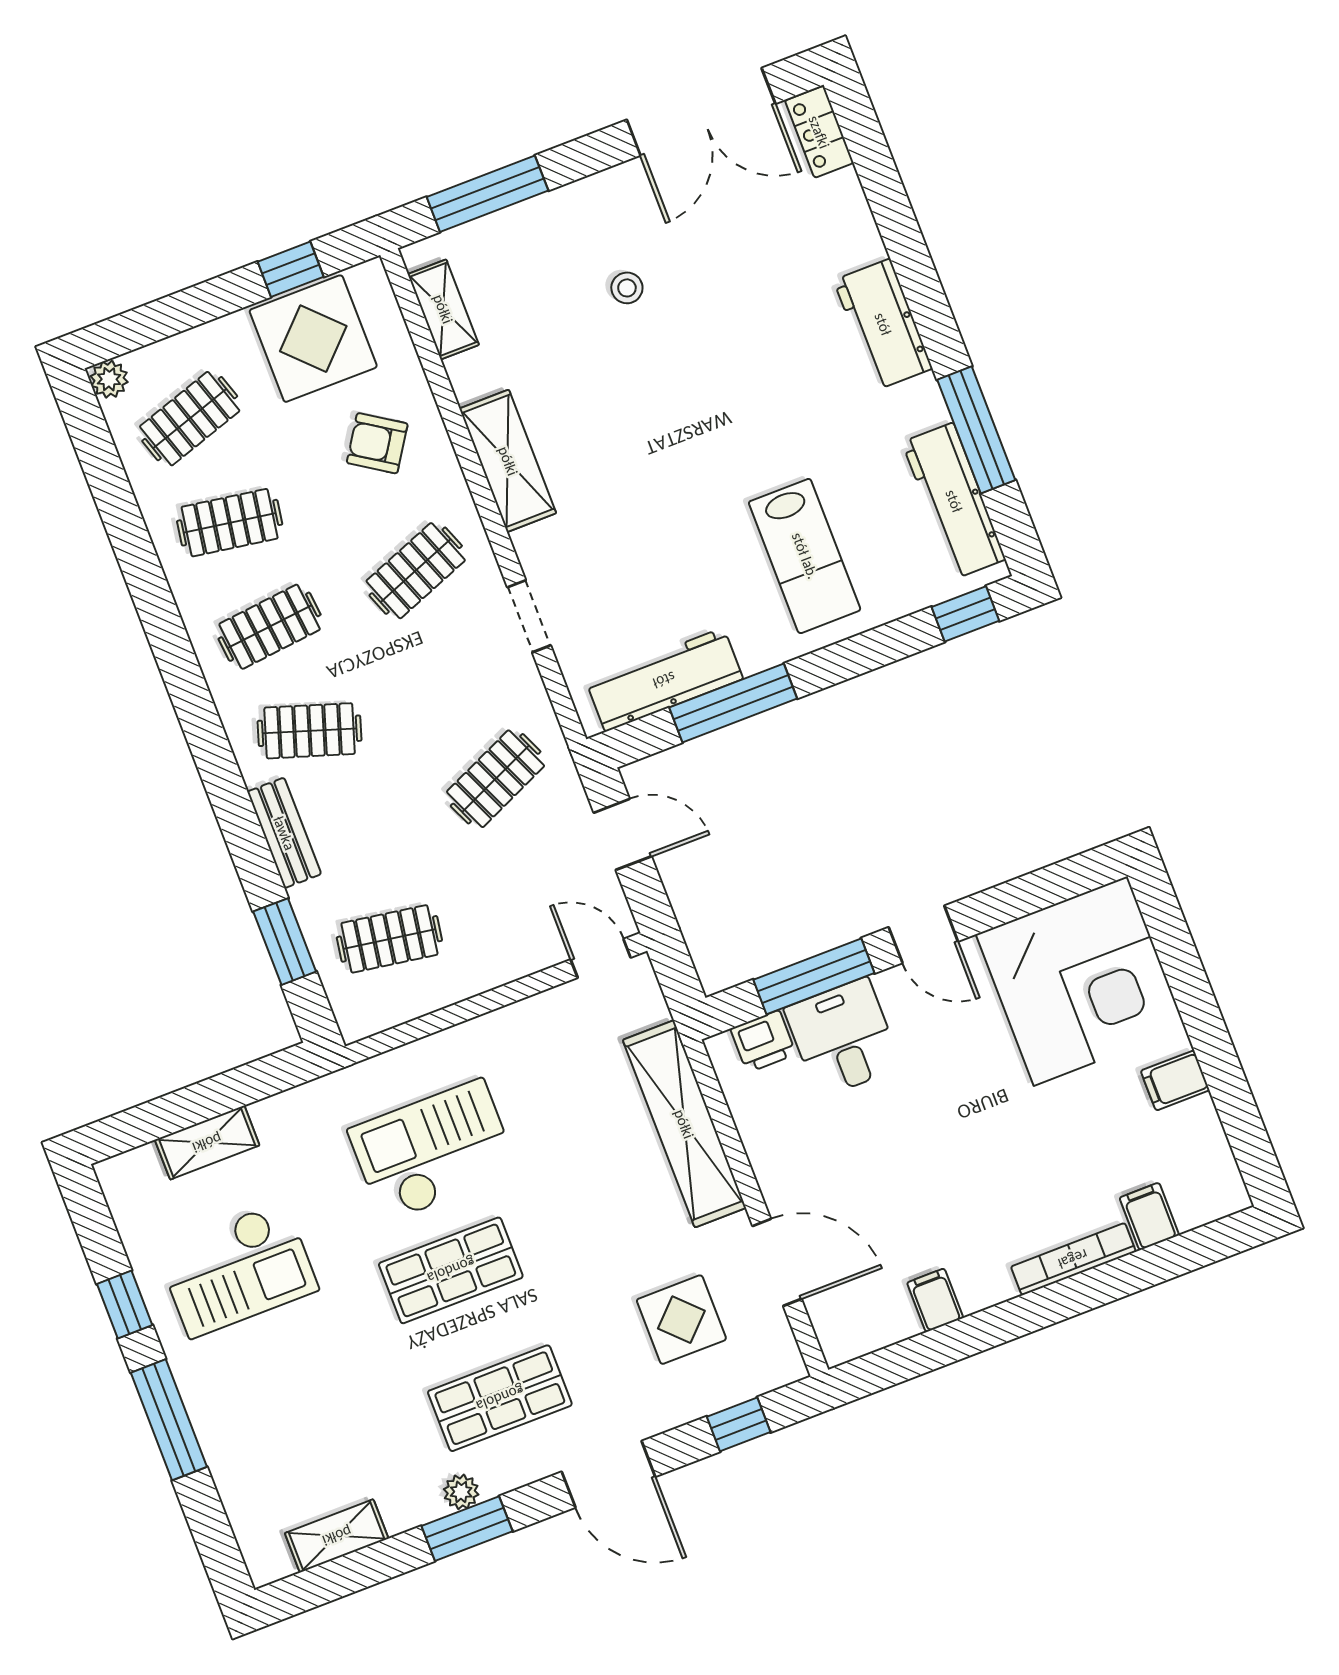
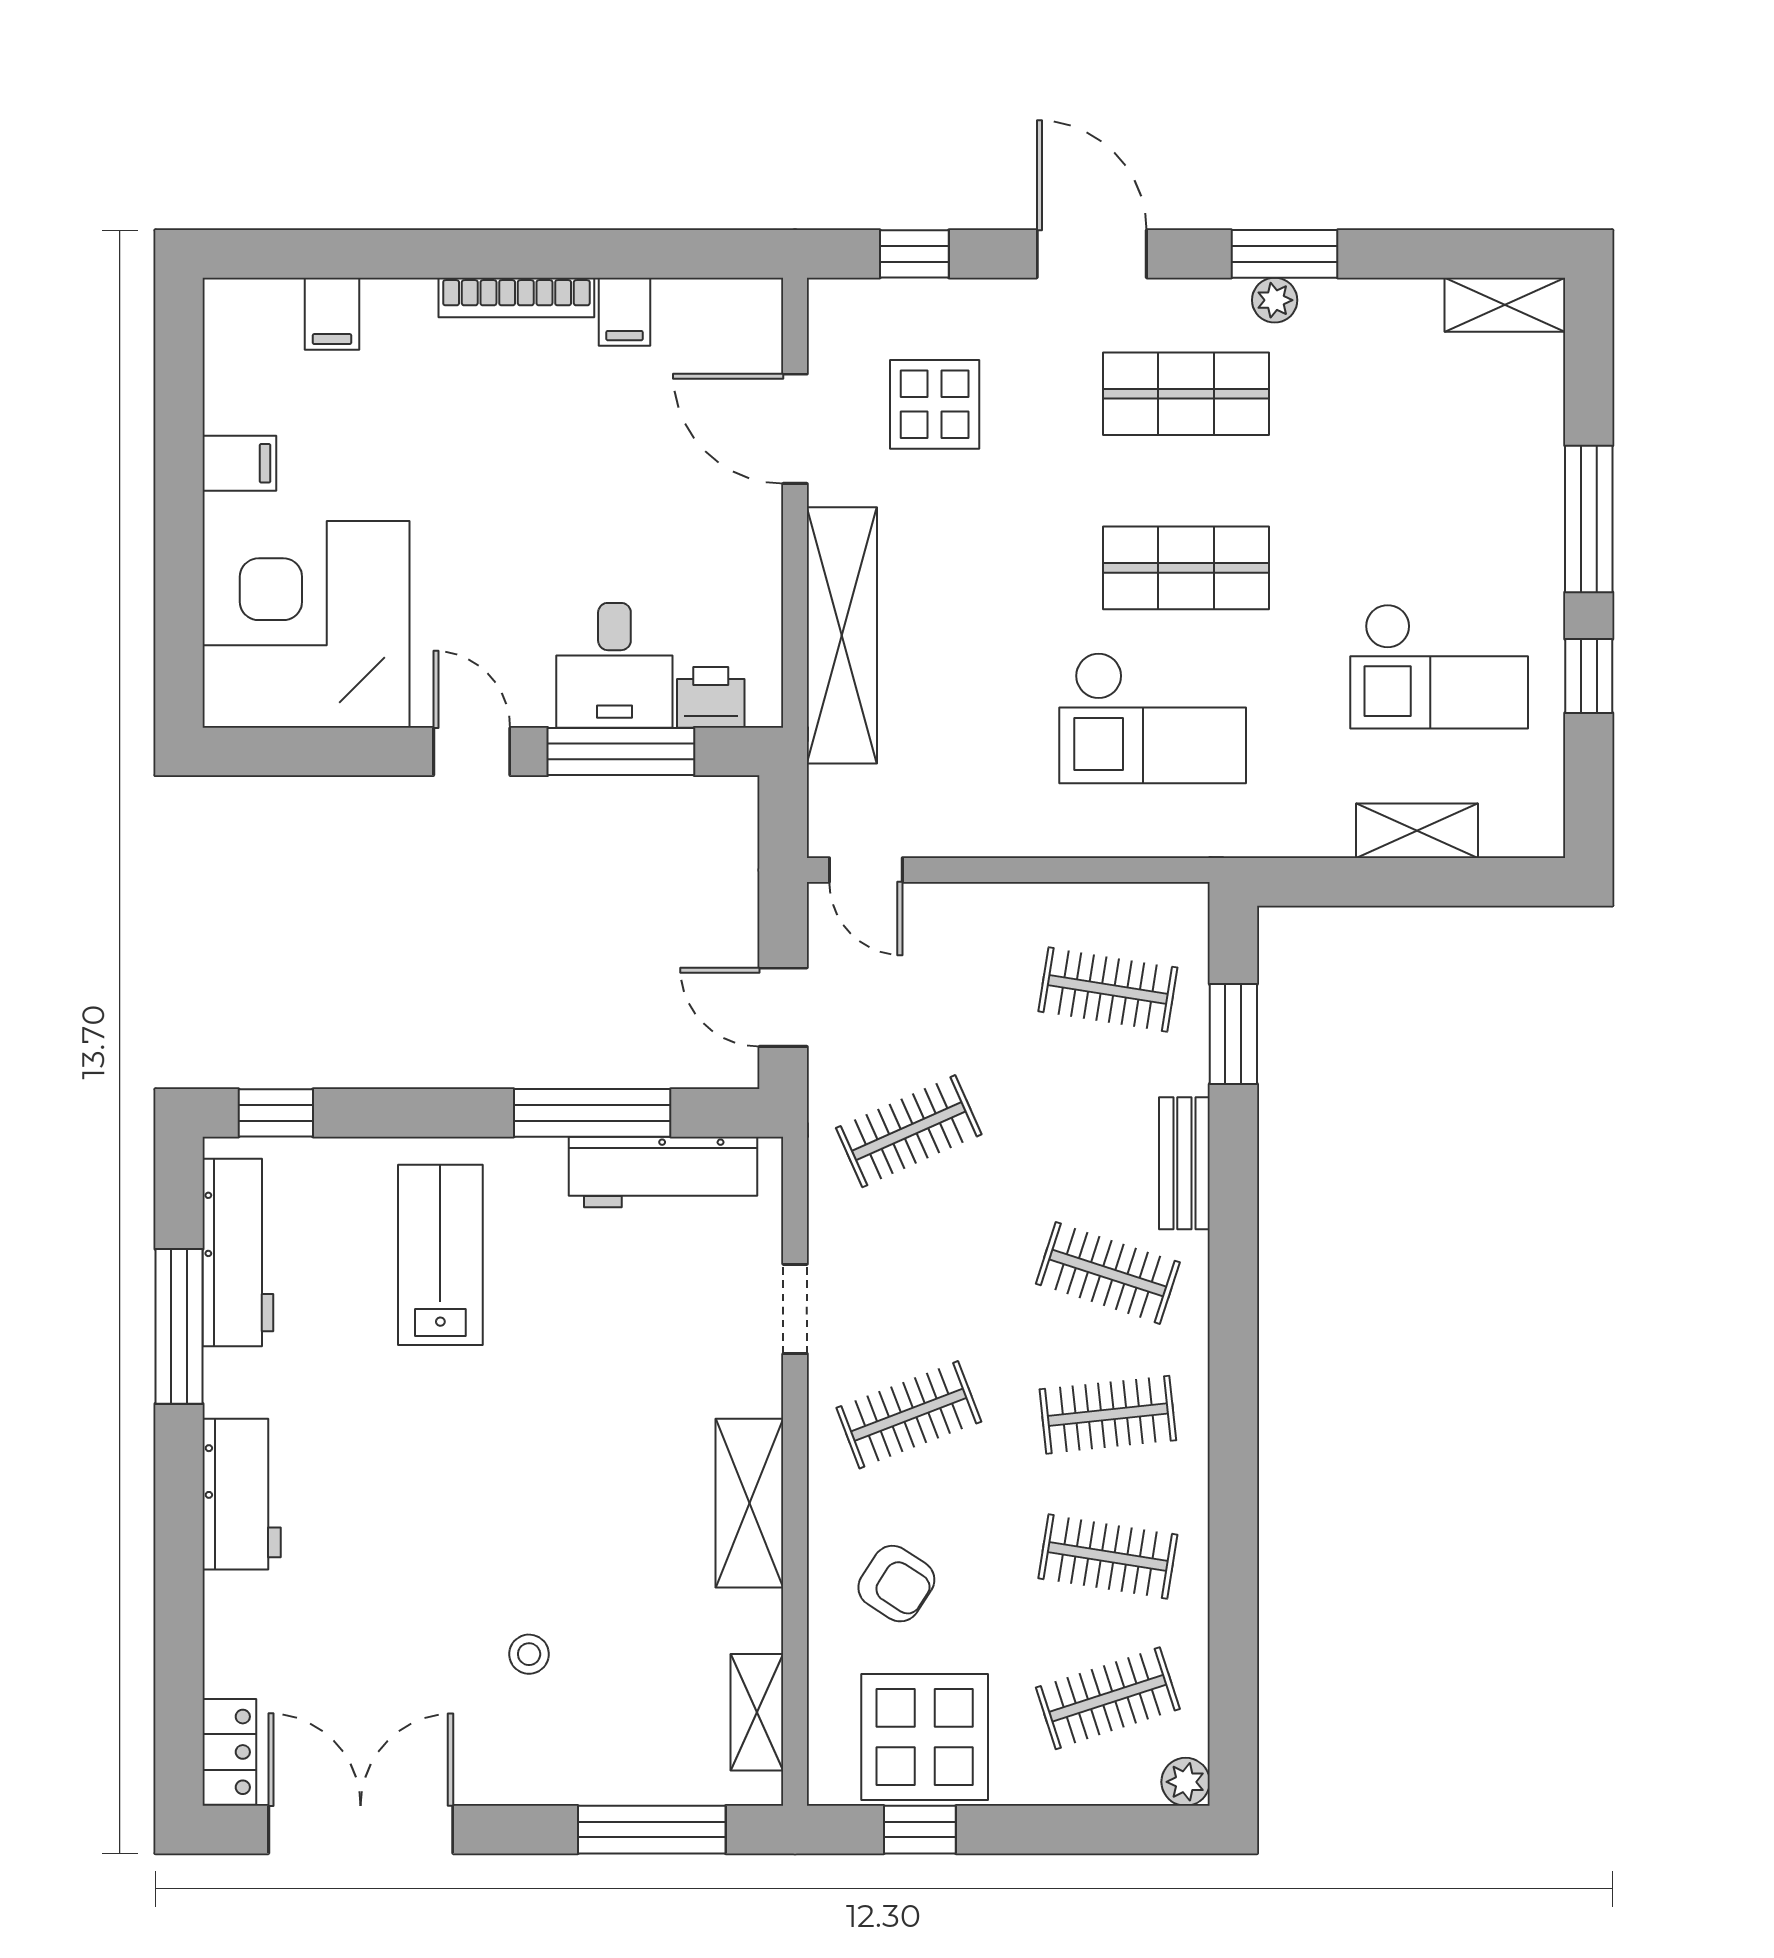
bookcase: (1073, 1259) -> (516, 298), moved
checkout: (237, 1270) -> (1439, 666), turned 180
shelving: (337, 1536) -> (1505, 305), moved

